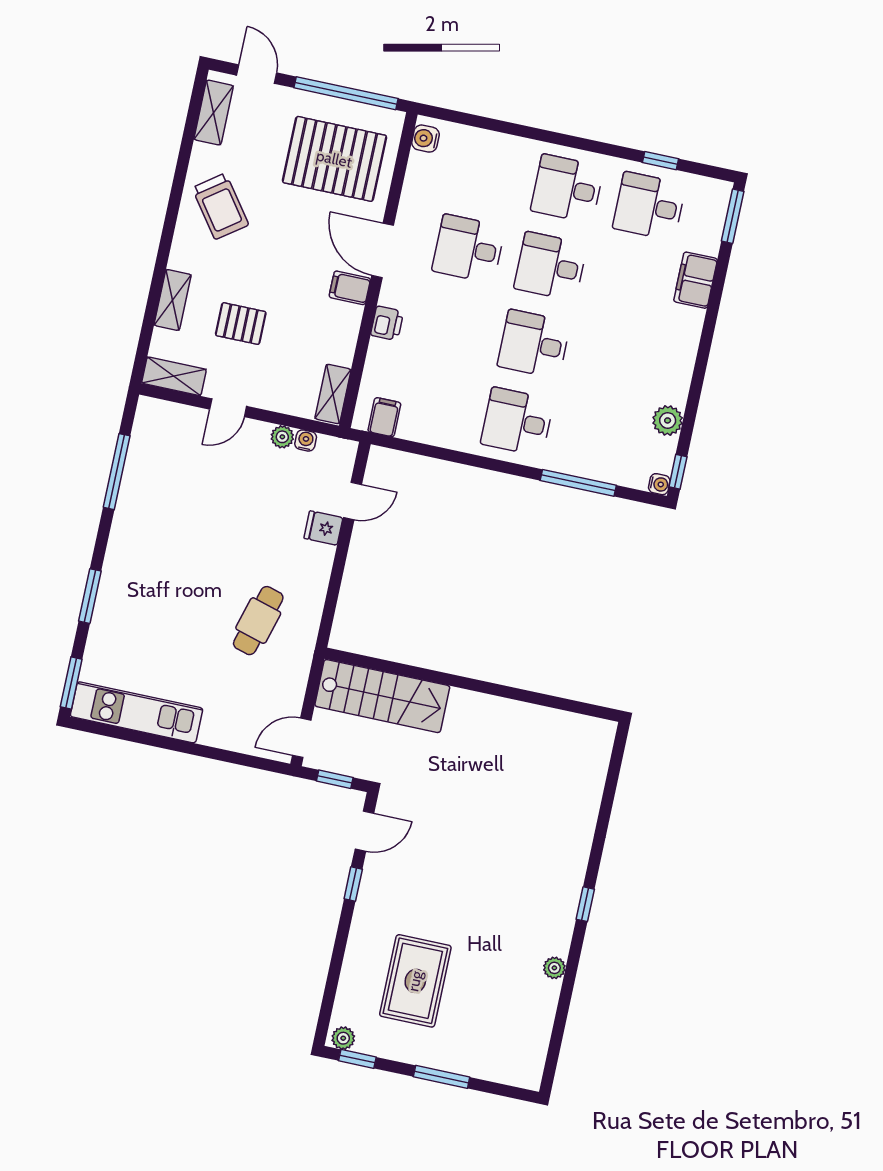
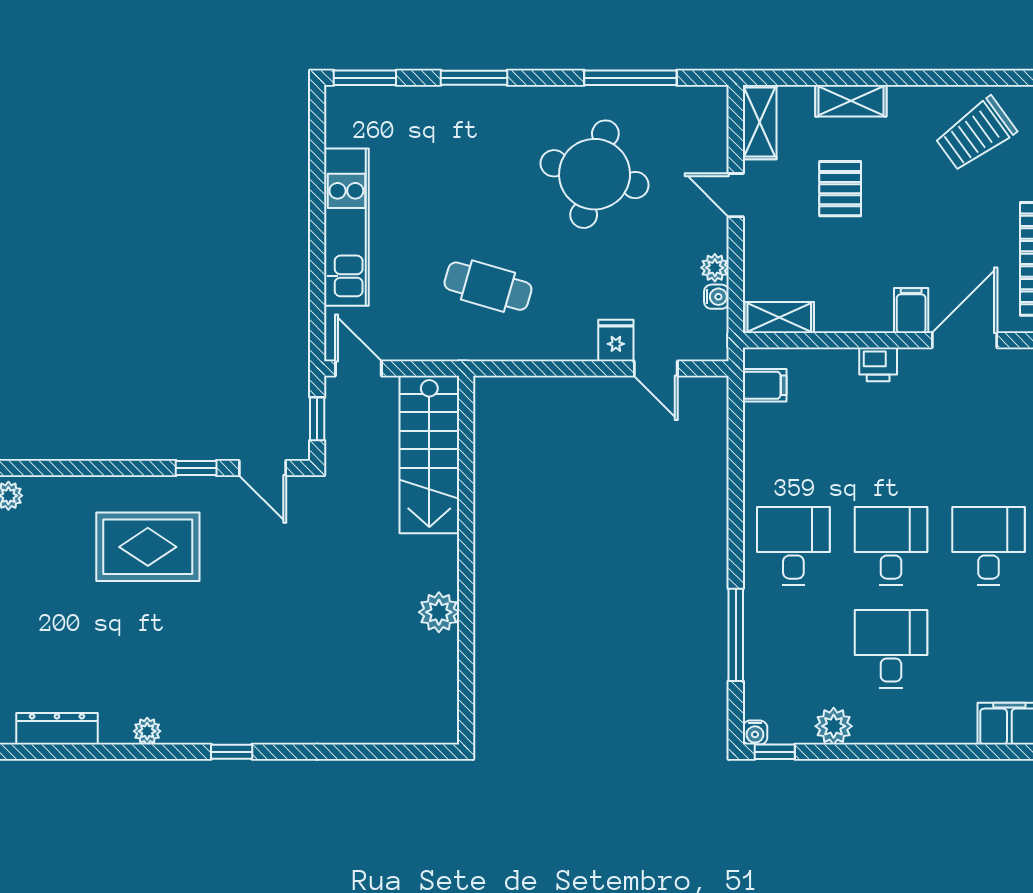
desk: (469, 249) -> (891, 649), moved
round table: (187, 517) -> (595, 174), added
kitchen unit: (136, 712) -> (346, 227), moved
plant: (510, 715) -> (439, 612), added
rug: (415, 981) -> (148, 547), moved
dresser: (537, 1039) -> (57, 729), added

